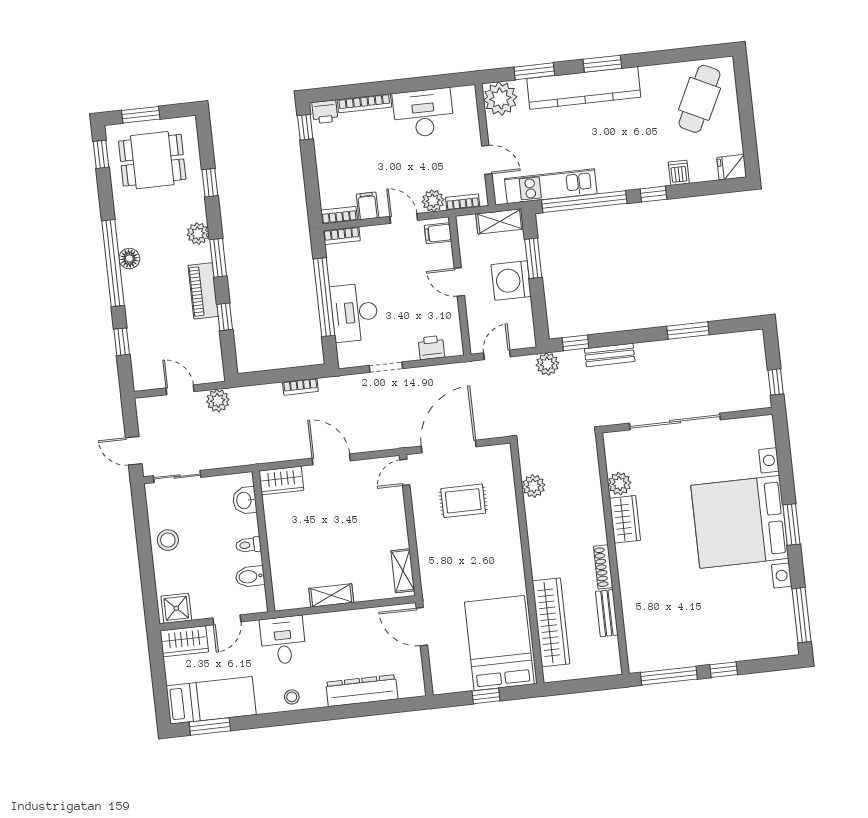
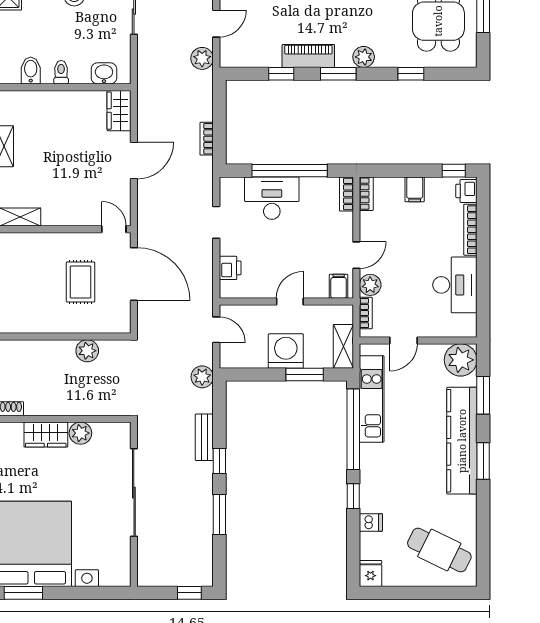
filing cabinet: (367, 206) -> (415, 189), moved, turned 90
window: (576, 343) -> (219, 461), moved
window: (776, 382) -> (189, 593), moved

